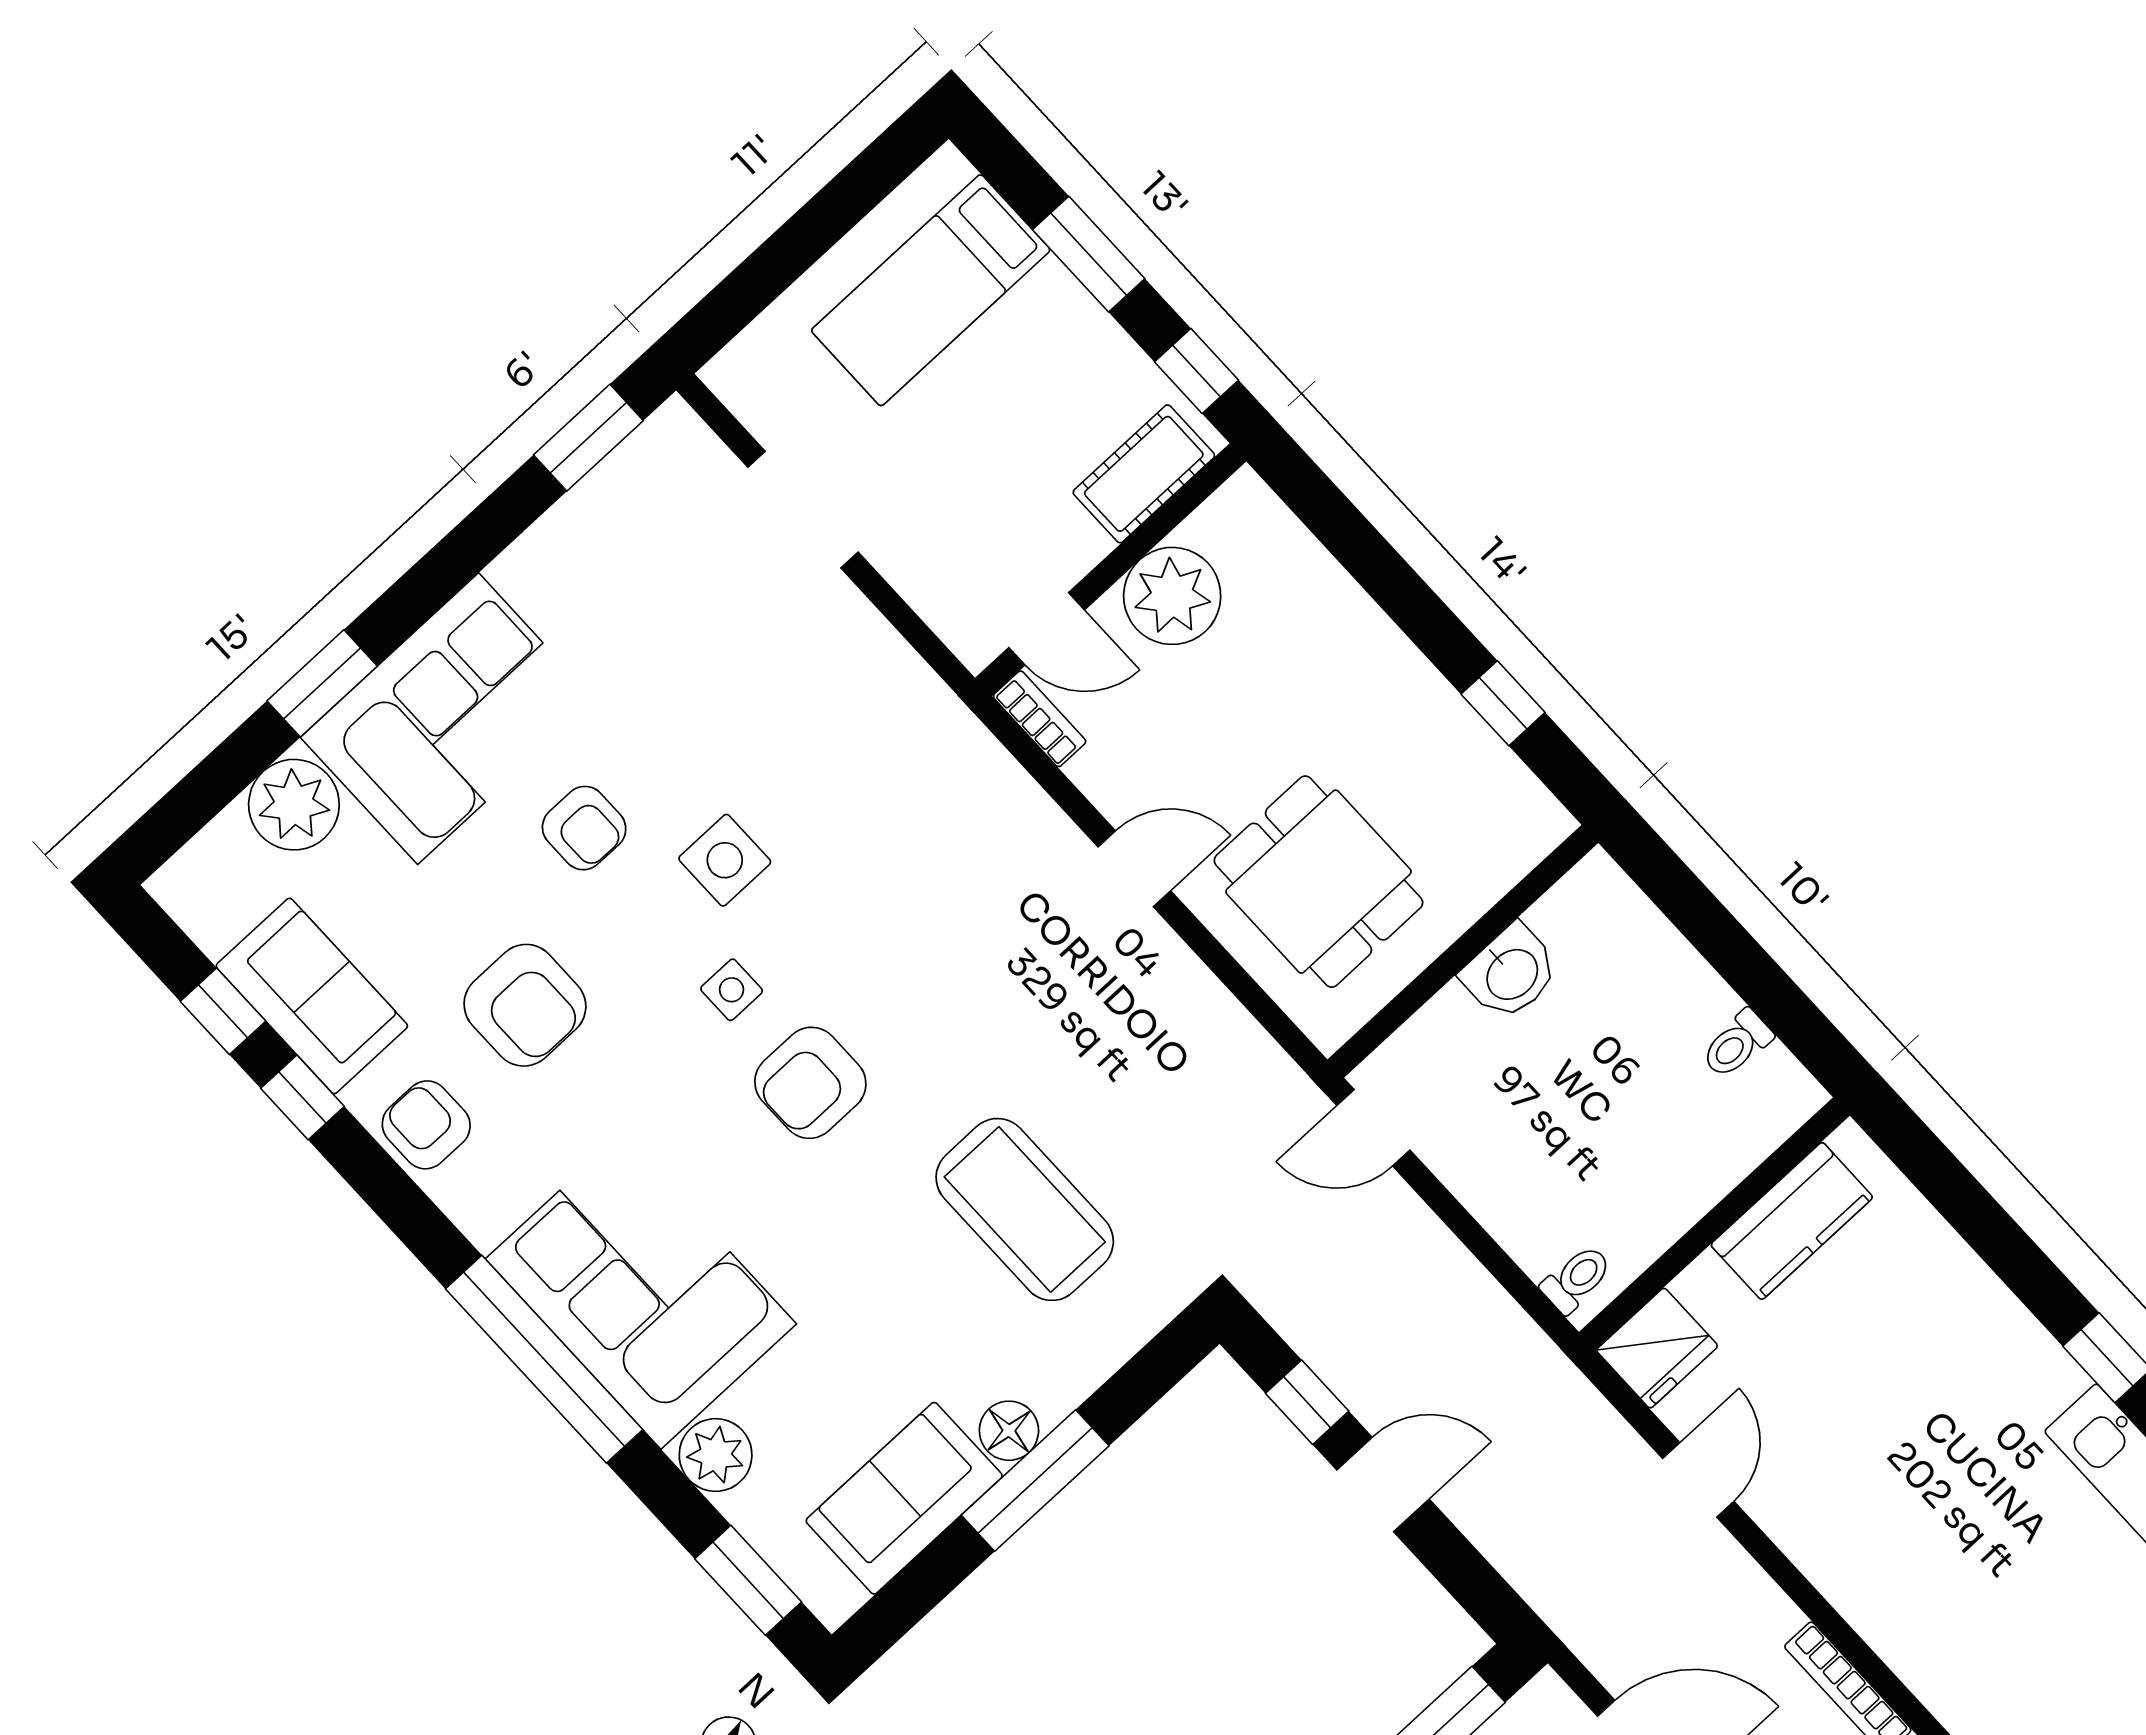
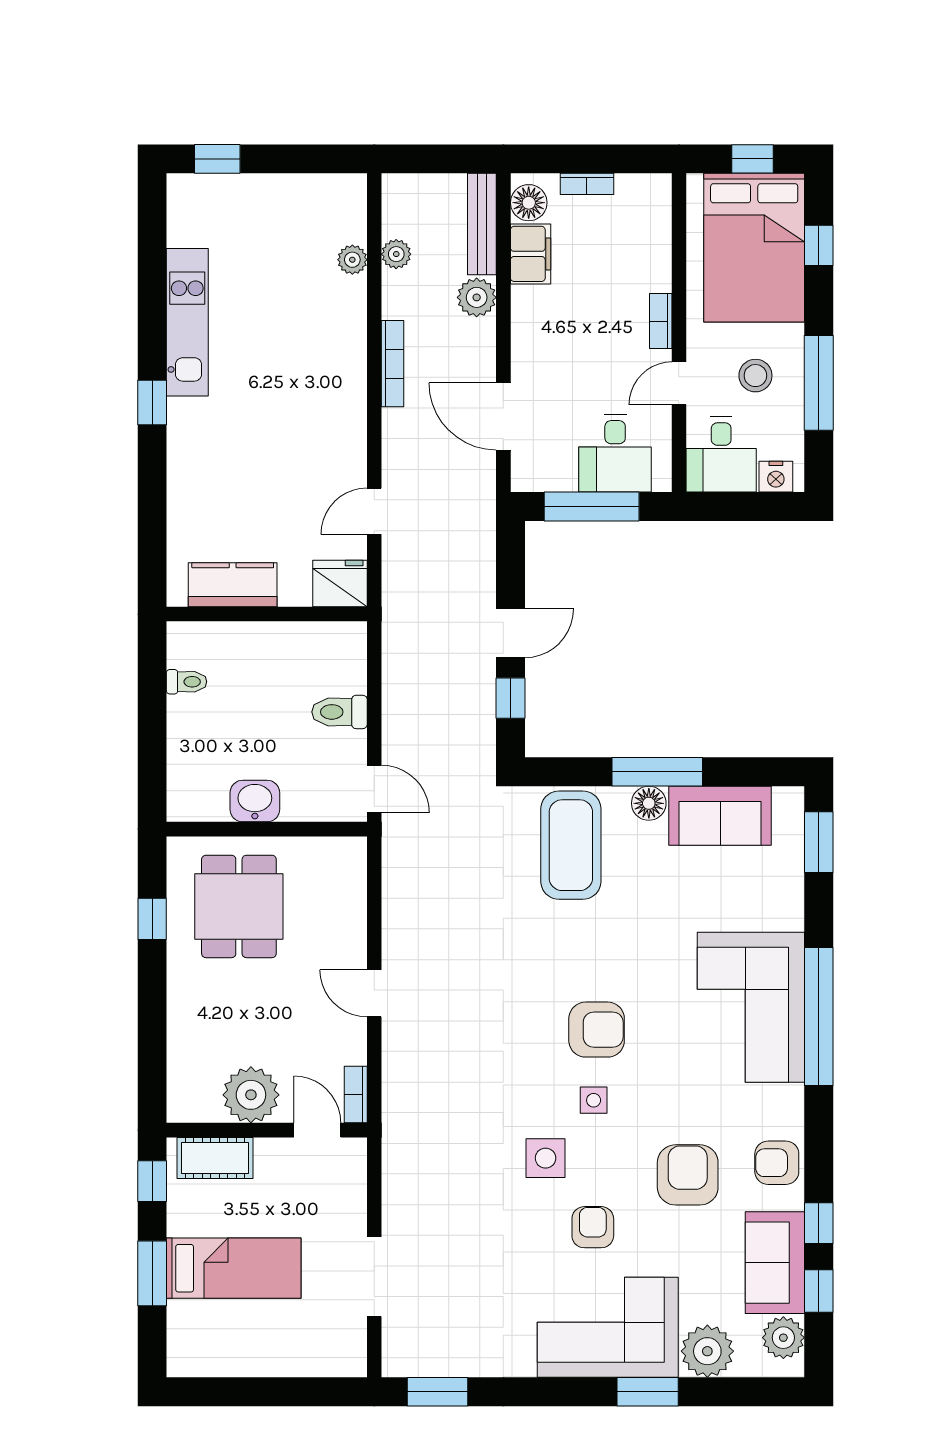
bed: (931, 290) -> (234, 1268), moved
dining table: (1318, 882) -> (239, 906), moved
armchair: (426, 1125) -> (777, 1163), turned 90
coffee table: (1025, 1209) -> (571, 845), moved
toilet: (1577, 1279) -> (339, 712), moved, width x1.37, depth x1.39
plant: (716, 1455) -> (783, 1338), moved
door: (1383, 1484) -> (511, 633), swing flipped

